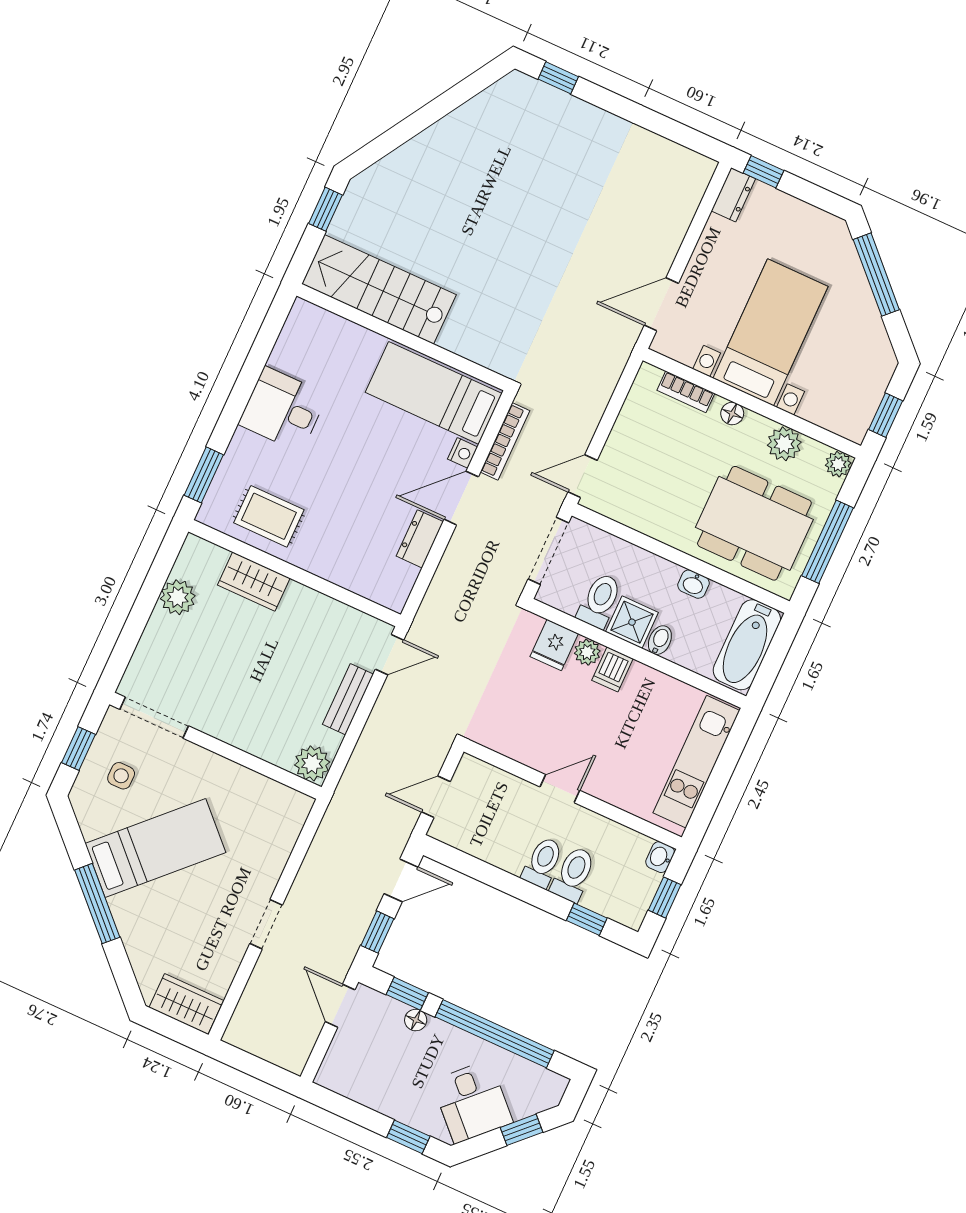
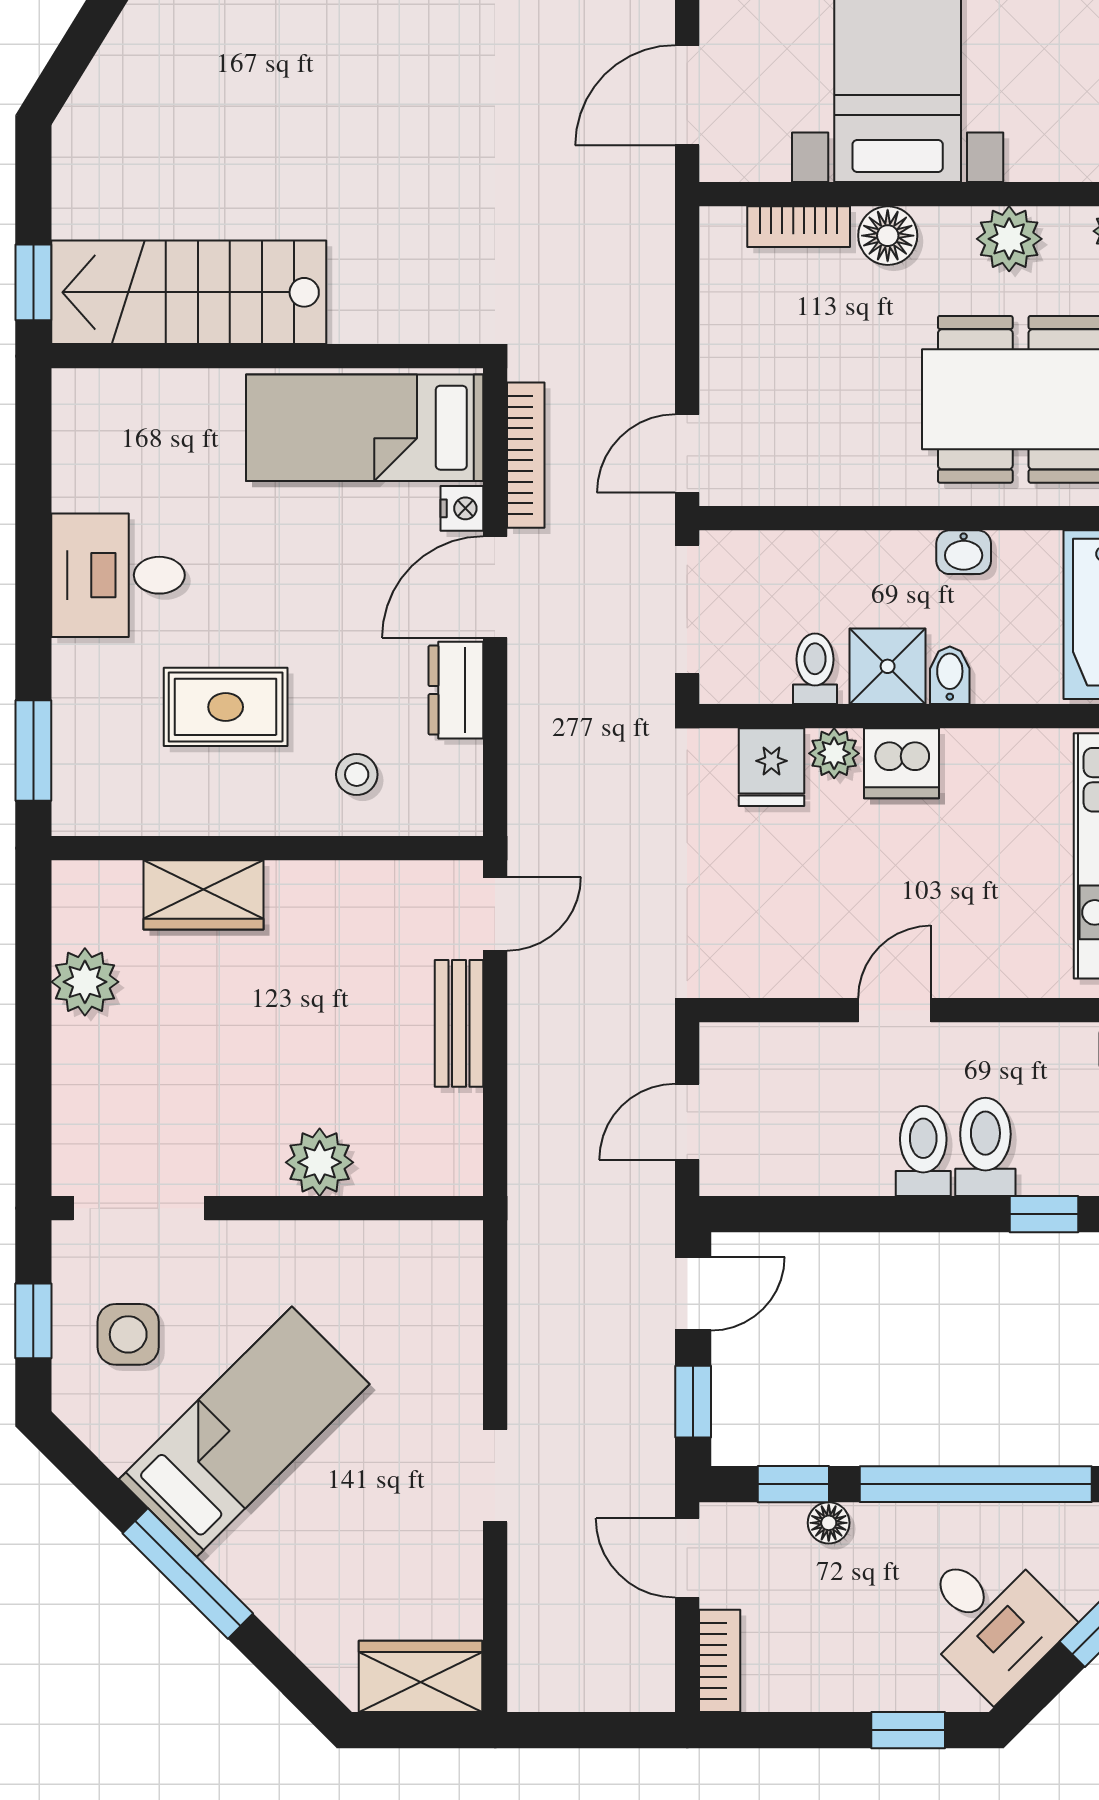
window: (325, 209) -> (33, 282), moved
floor lamp: (732, 414) -> (888, 236), width x1.37, depth x1.37
rug: (269, 516) -> (226, 707), moved
stool: (354, 557) -> (357, 775), added
toilet: (600, 601) -> (815, 669), width x0.73, depth x0.72
dishwasher: (612, 669) -> (901, 763), width x1.38
plant: (312, 763) -> (320, 1162), moved
side table: (121, 776) -> (128, 1334), width x1.37, depth x1.37
bookcase: (333, 1062) -> (720, 1661), added

